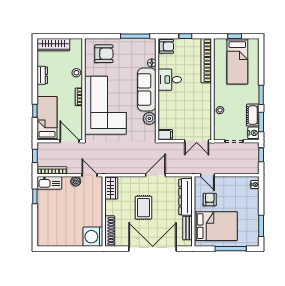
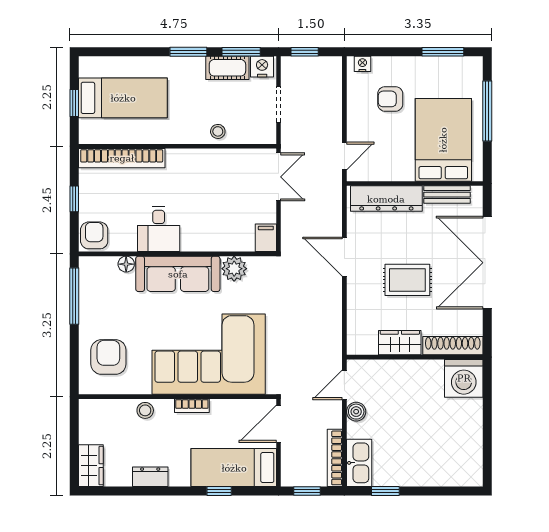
wardrobe: (53, 45) -> (91, 466), width x0.67
wardrobe: (111, 188) -> (400, 343), moved
armchair: (210, 199) -> (390, 99), moved

